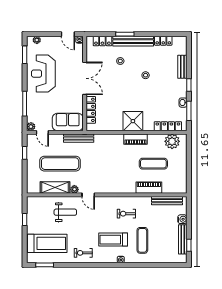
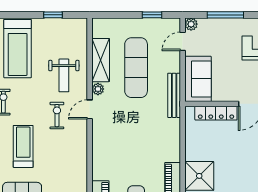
exercise bike: (126, 214) -> (57, 116), moved

